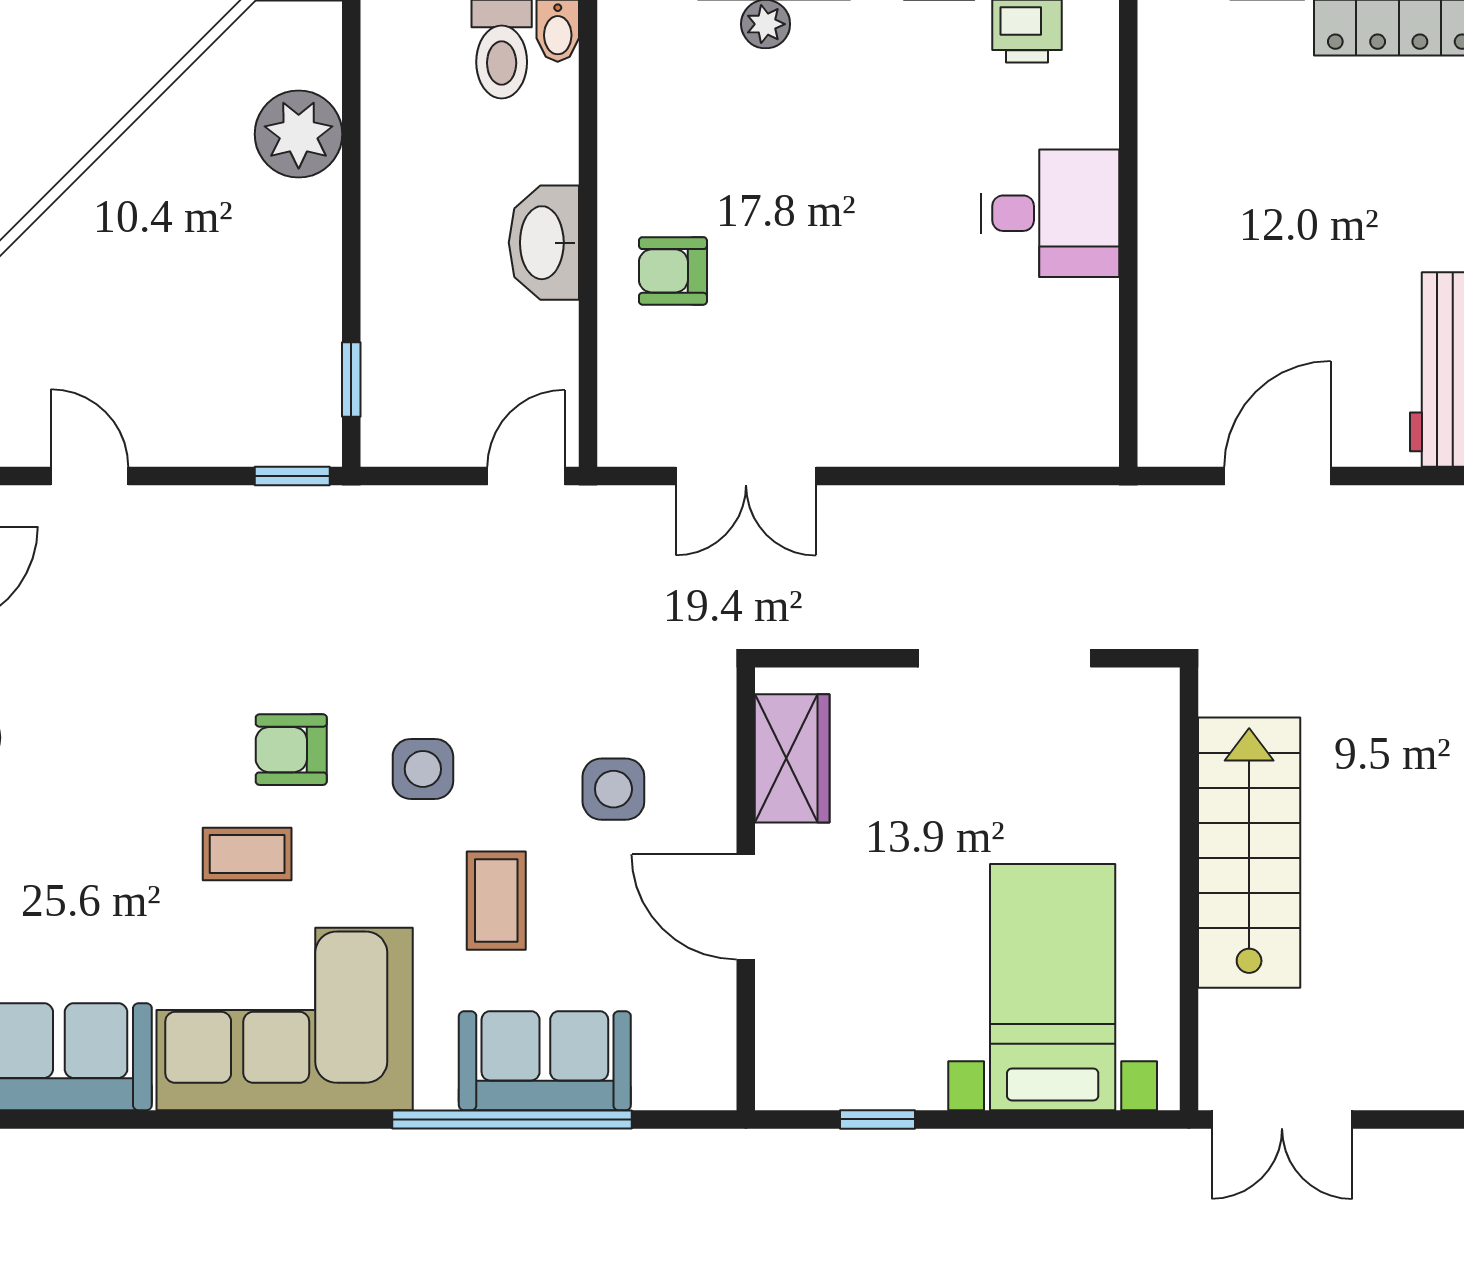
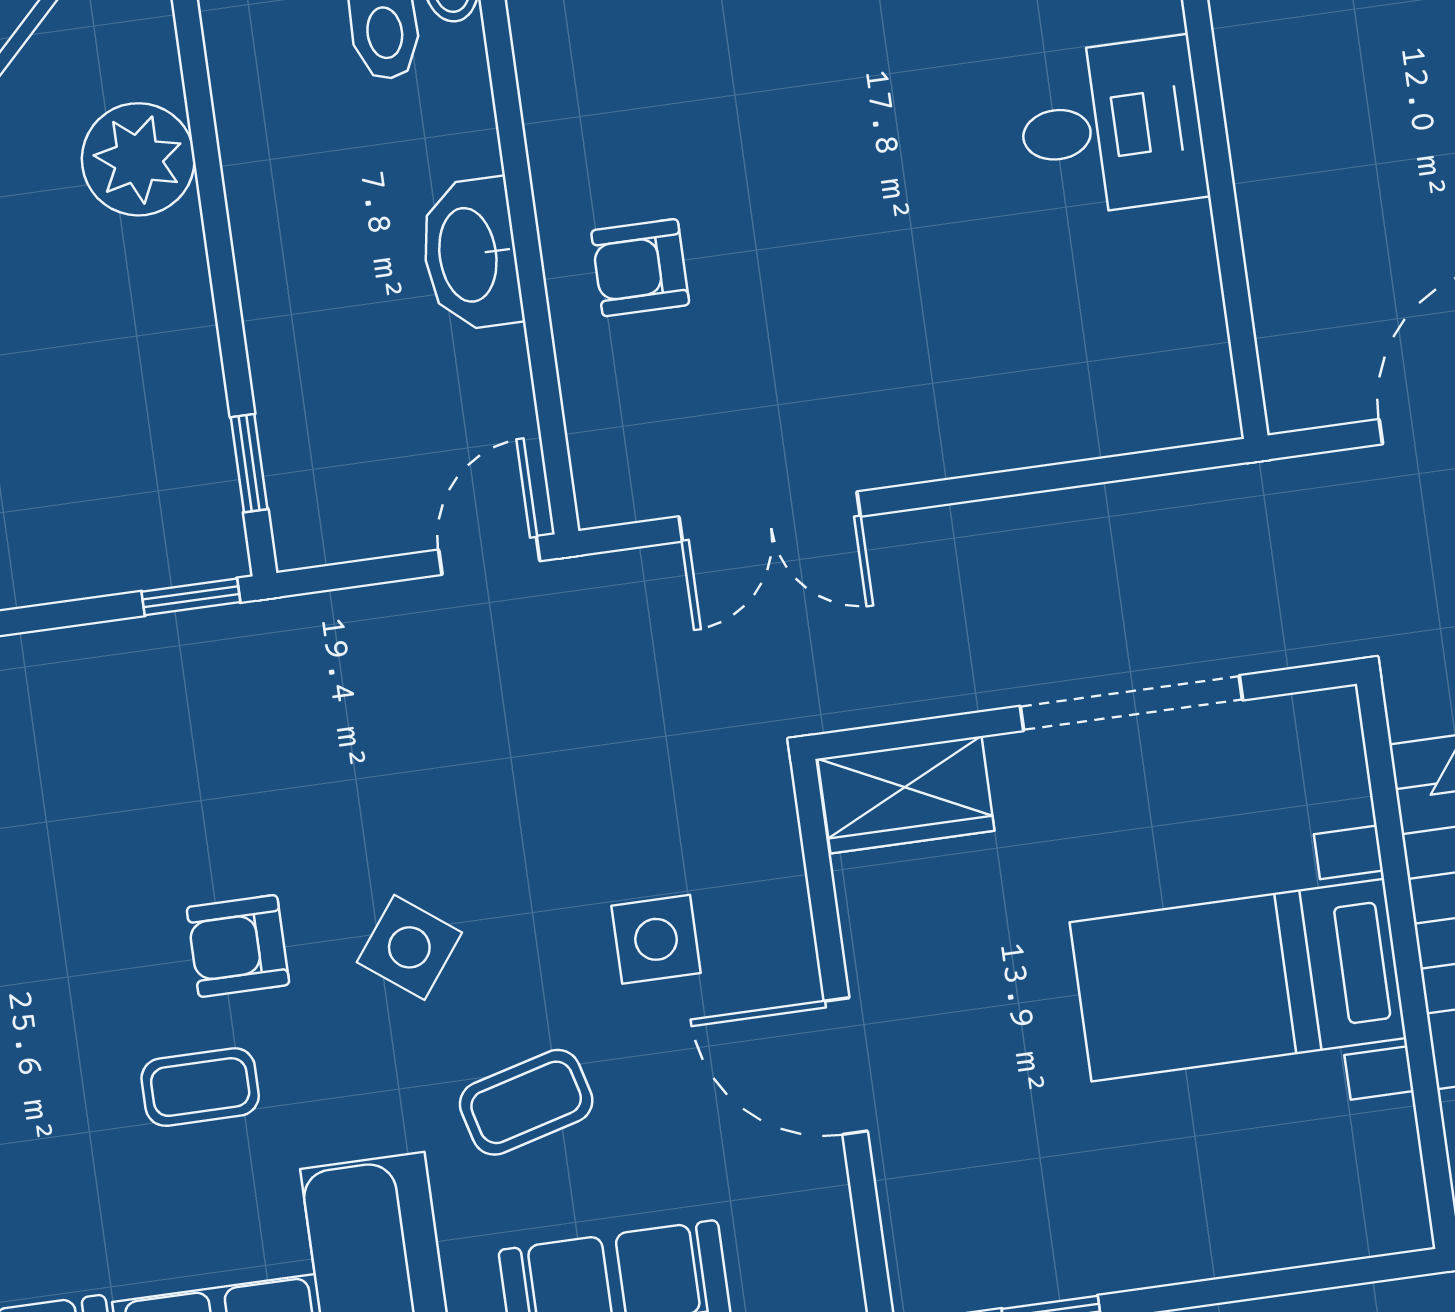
wardrobe: (792, 758) -> (906, 795), moved, turned 90
side table: (423, 769) -> (409, 947), turned 37
coffee table: (496, 901) -> (526, 1102), turned 75
bed with nightstands: (1053, 987) -> (1238, 980), moved, turned -90

